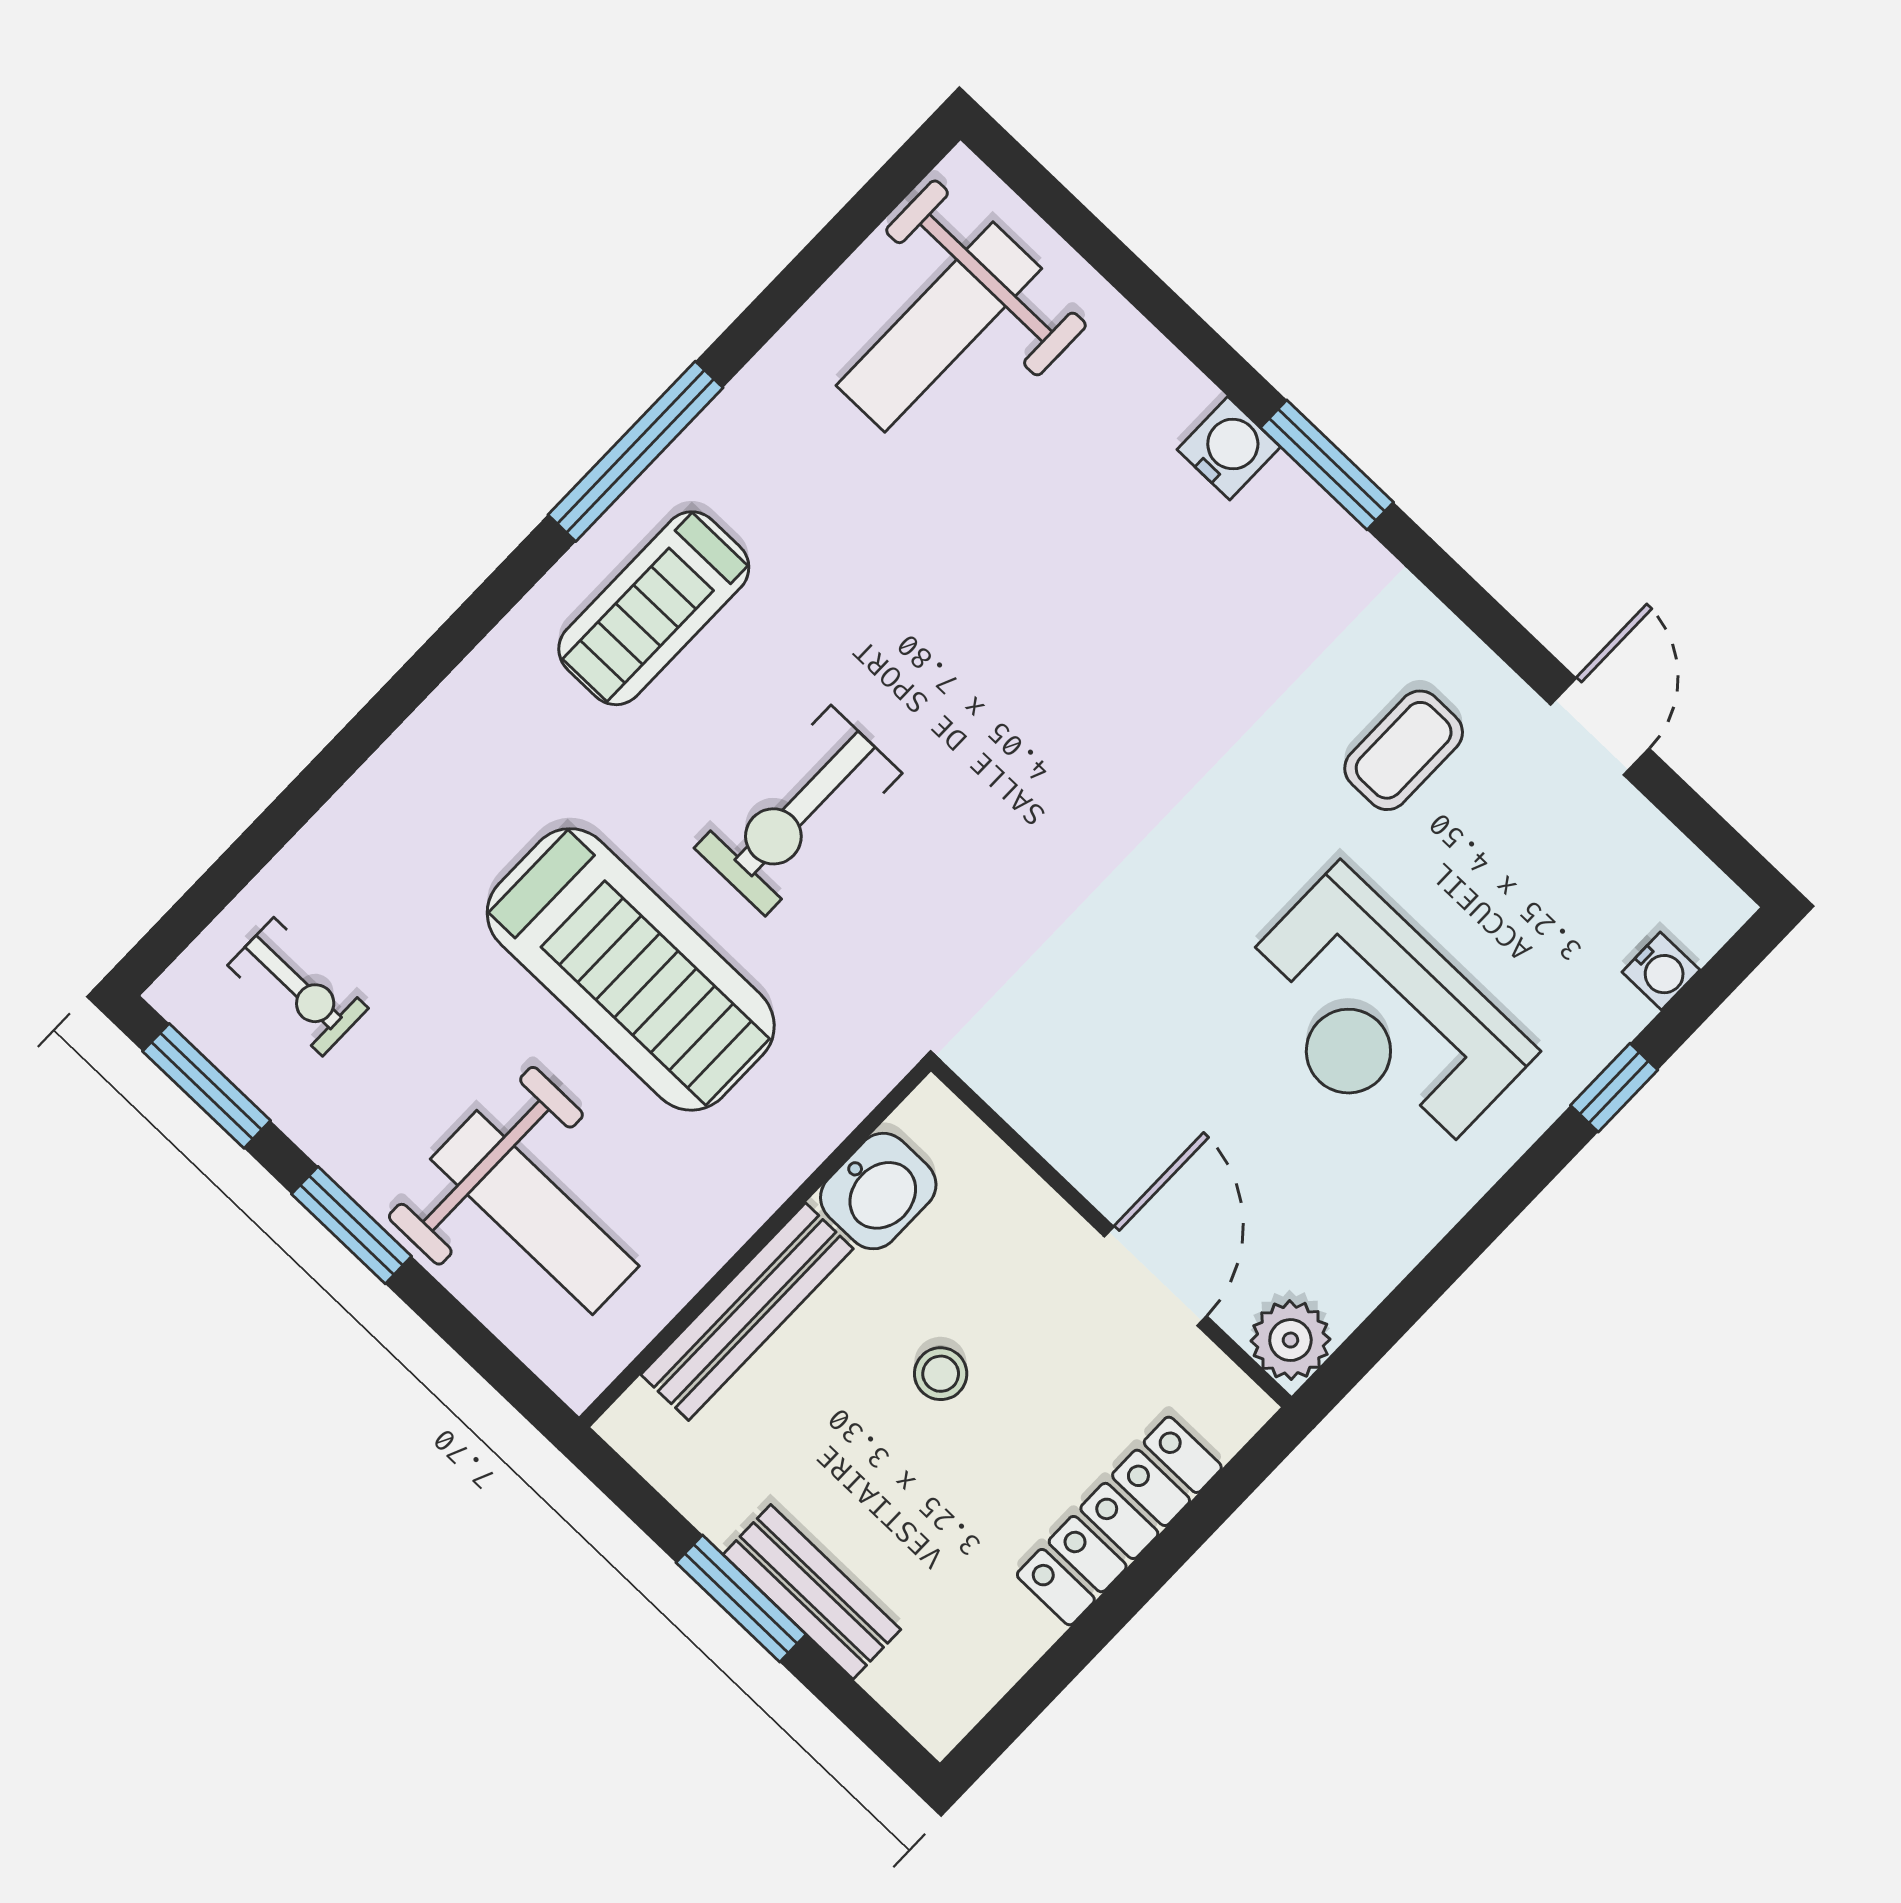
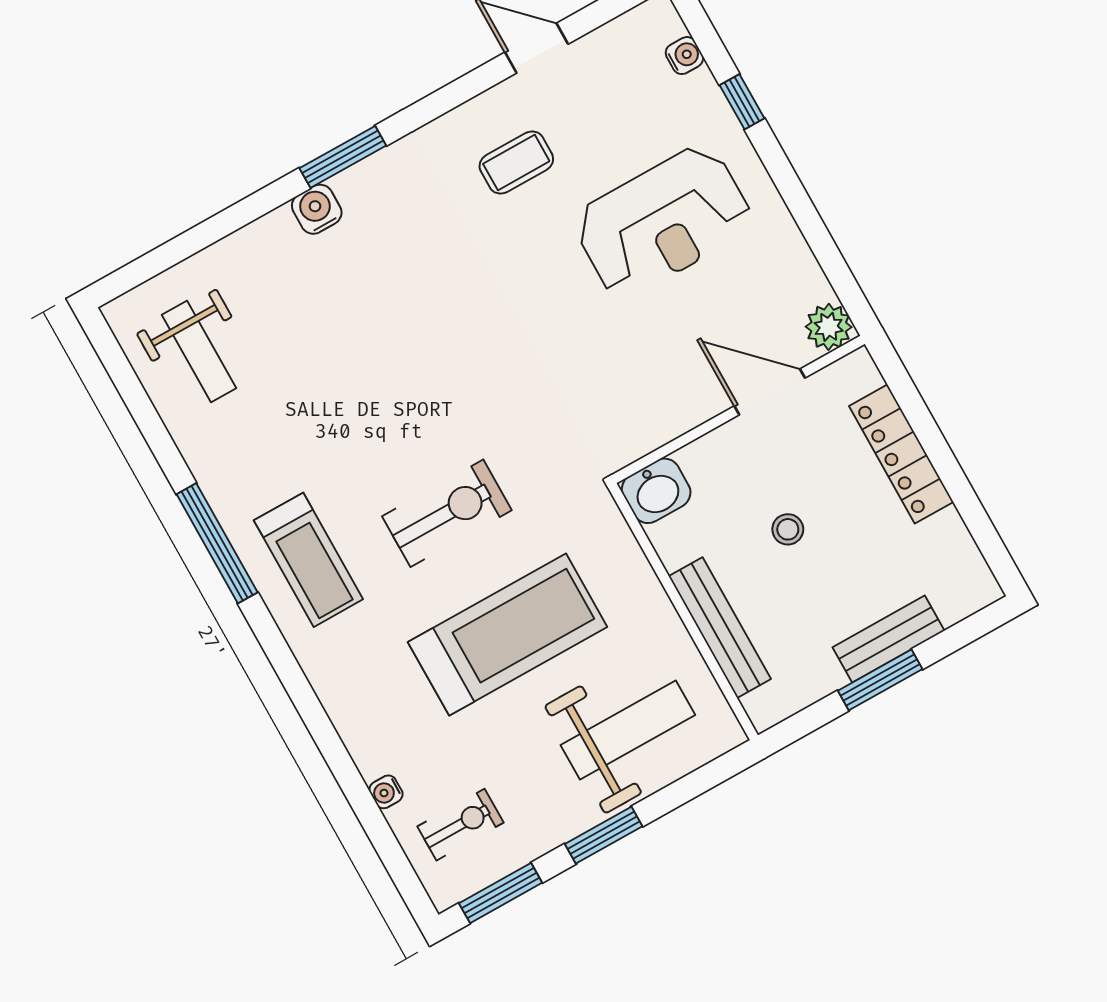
weight bench: (939, 327) -> (199, 352), width x0.73, depth x0.75
coffee table: (1404, 750) -> (516, 162), turned 90
exercise bike: (798, 811) -> (447, 513), turned -90
water cooler: (314, 849) -> (386, 792), added
washbasin: (878, 1191) -> (656, 491), moved, turned 90

